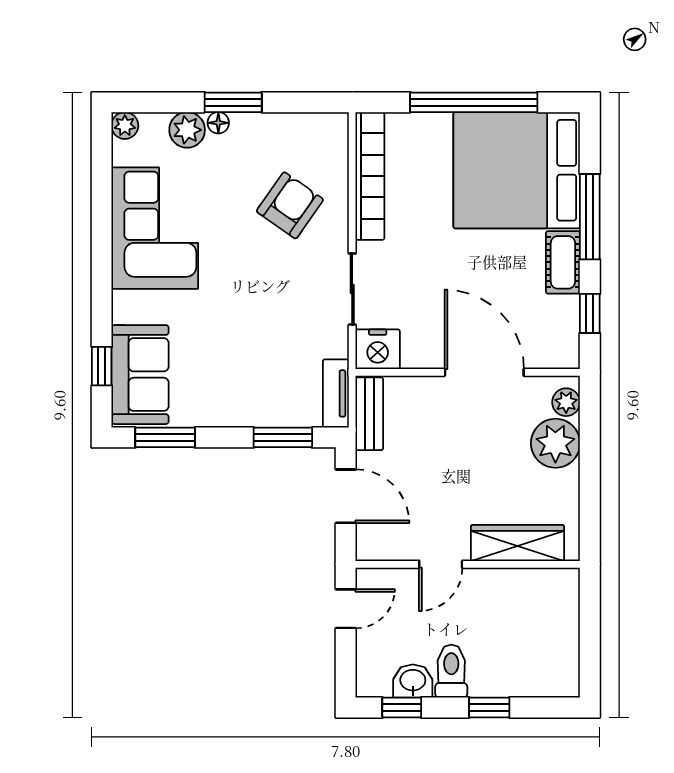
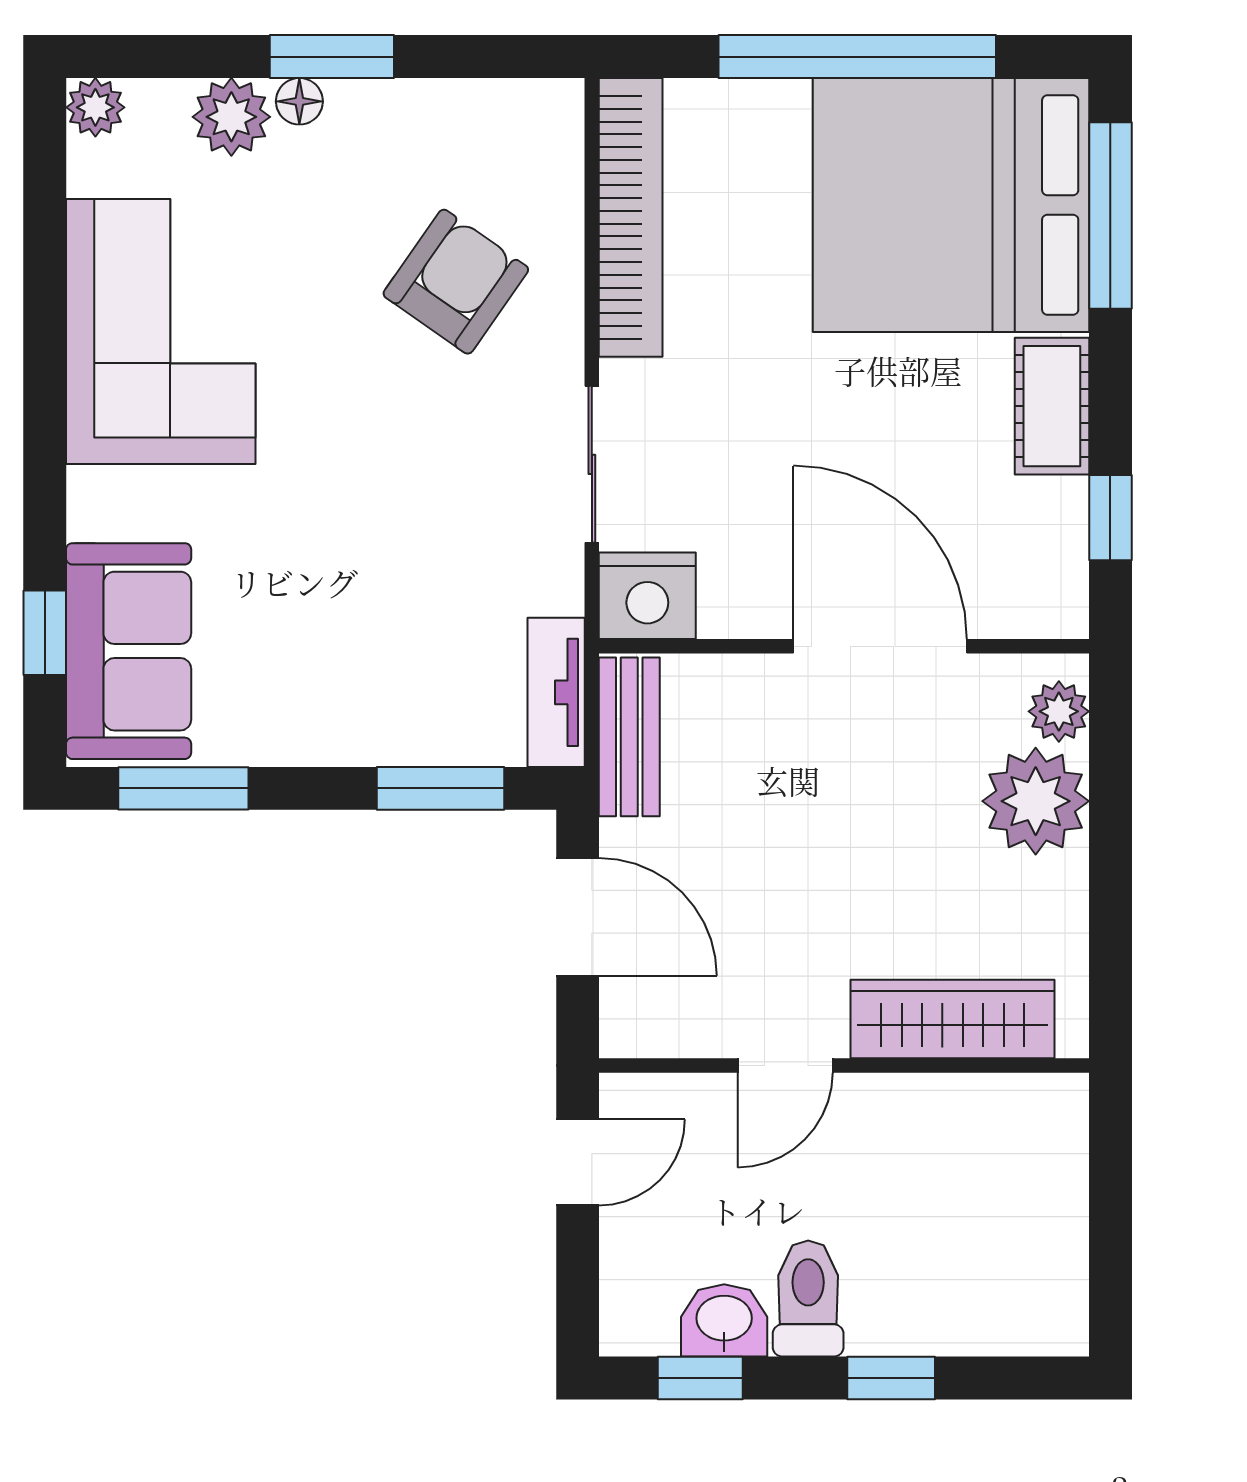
window: (590, 217) -> (1110, 215), moved

